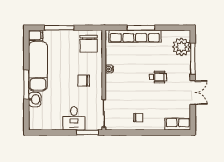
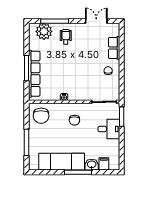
filing cabinet: (36, 35) -> (104, 164), moved
chair: (89, 44) -> (41, 116), turned 90
wheelchair: (158, 77) -> (66, 37), moved
double door: (193, 92) -> (96, 21), moved
row of seats: (178, 124) -> (114, 48), moved

